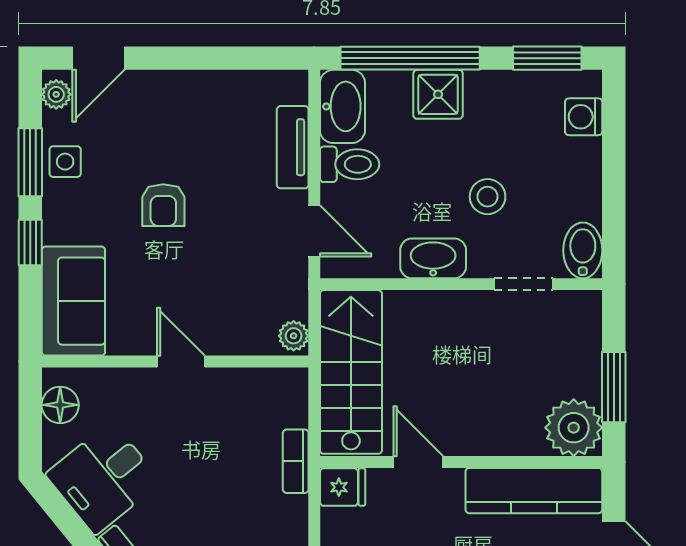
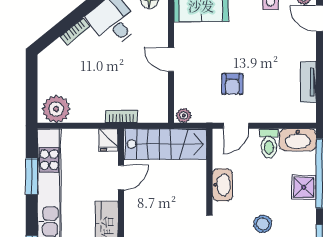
tv unit: (293, 147) -> (308, 82), moved, turned -90
stool: (488, 197) -> (263, 224), moved
armchair: (163, 205) -> (232, 84), moved, turned -90
door: (181, 361) -> (171, 59), swing flipped

